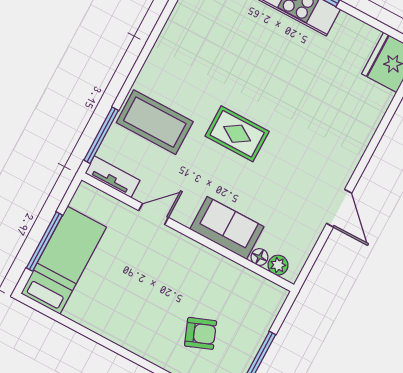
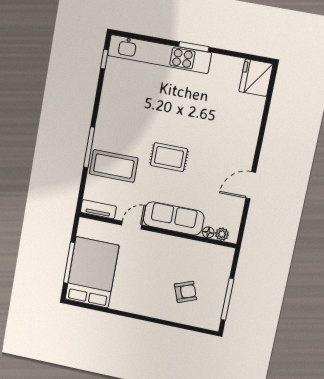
window: (101, 135) -> (89, 147), moved
door: (339, 208) -> (251, 185), swing flipped
sofa: (227, 228) -> (174, 218), width x1.36
bed: (64, 260) -> (92, 272), width x1.50

